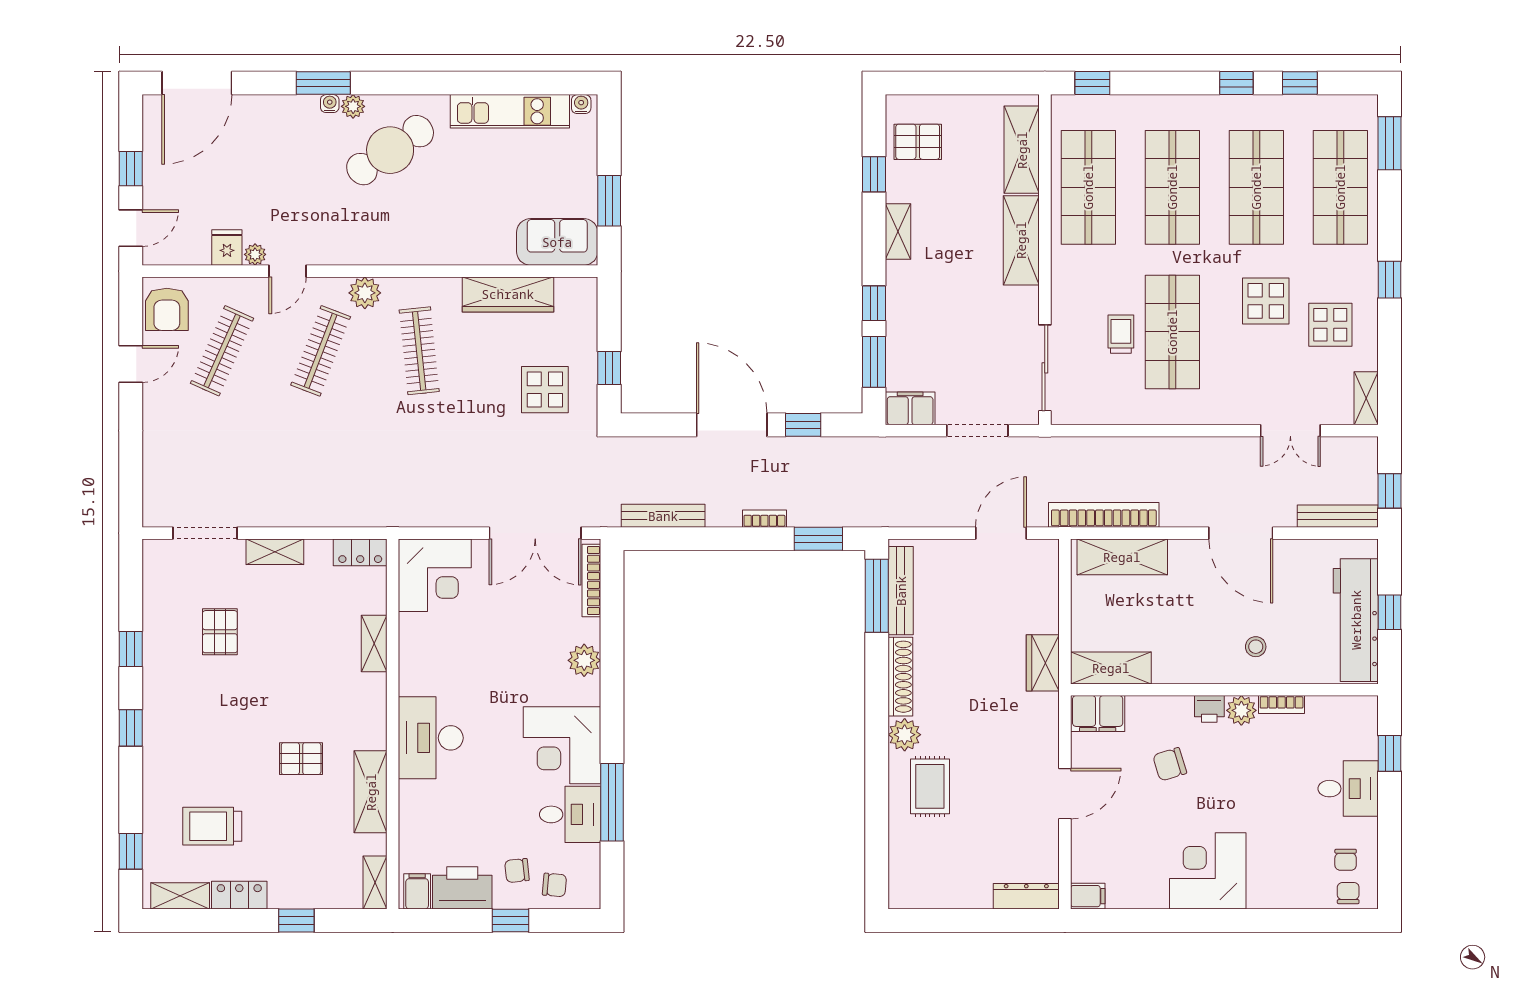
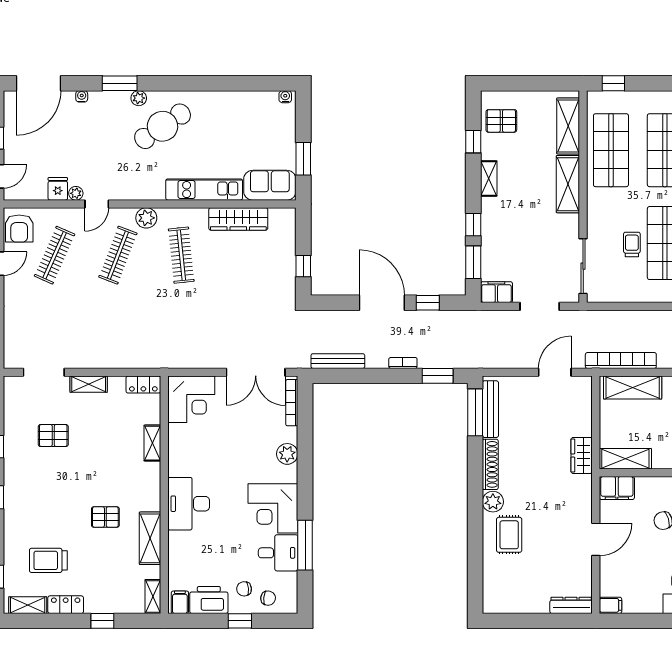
water cooler: (330, 104) -> (82, 96), moved
kitchen unit: (510, 111) -> (204, 190), moved, turned 180
display table: (545, 390) -> (262, 280), removed
pallet: (220, 632) -> (53, 436), turned 90

